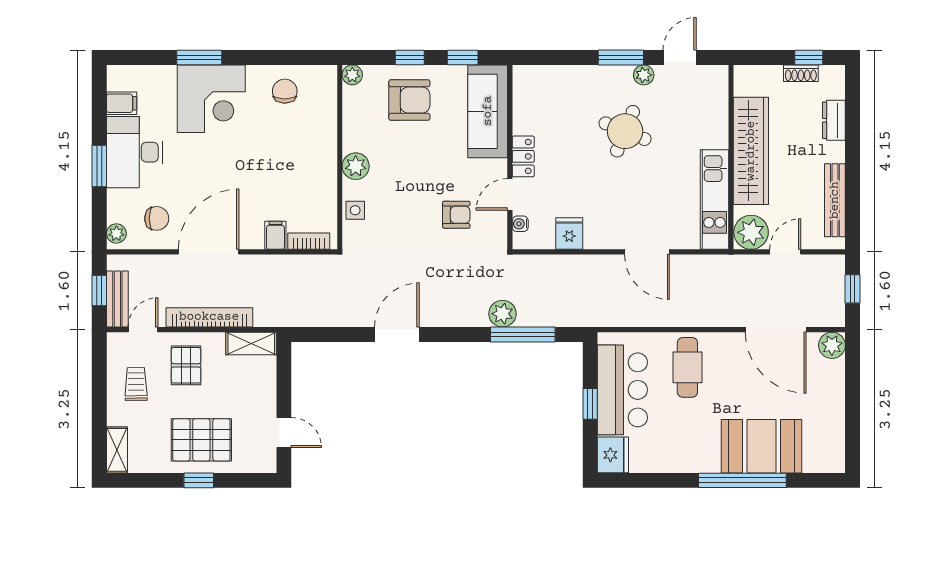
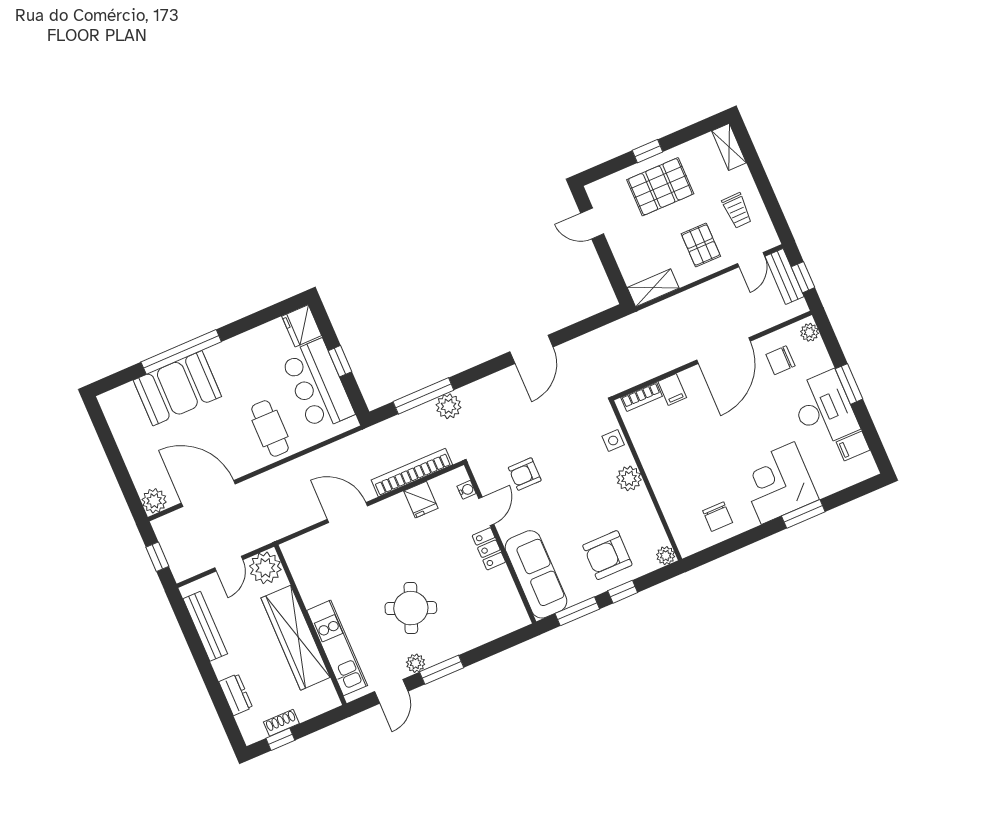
window: (463, 58) -> (577, 611), width x1.50
kitchen unit: (714, 200) -> (337, 648), moved
bookcase: (209, 317) -> (412, 472), moved, turned 180

